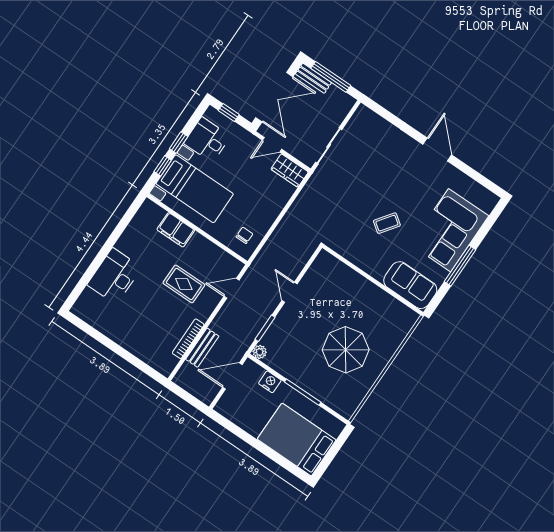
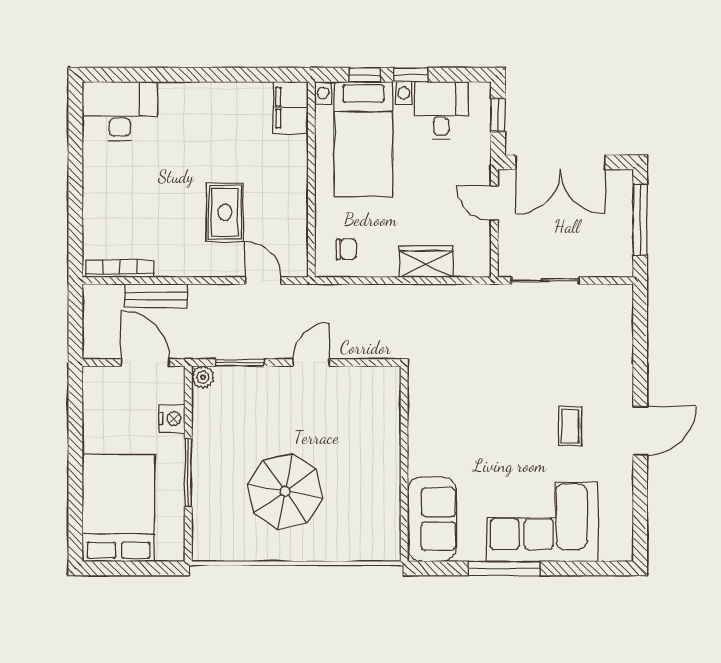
bench: (313, 78) -> (622, 198), removed
wardrobe: (290, 171) -> (426, 262), moved, turned 90
coffee table: (387, 223) -> (570, 426), moved, turned 54
filing cabinet: (176, 230) -> (291, 108), moved
desk: (114, 276) -> (120, 111), moved
bookcase: (188, 339) -> (120, 268), moved

